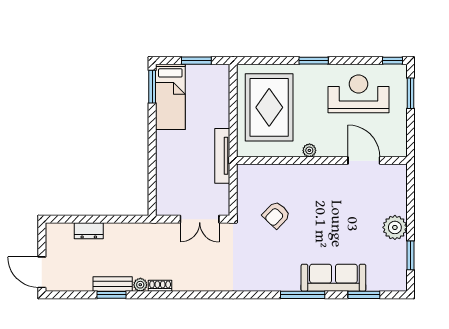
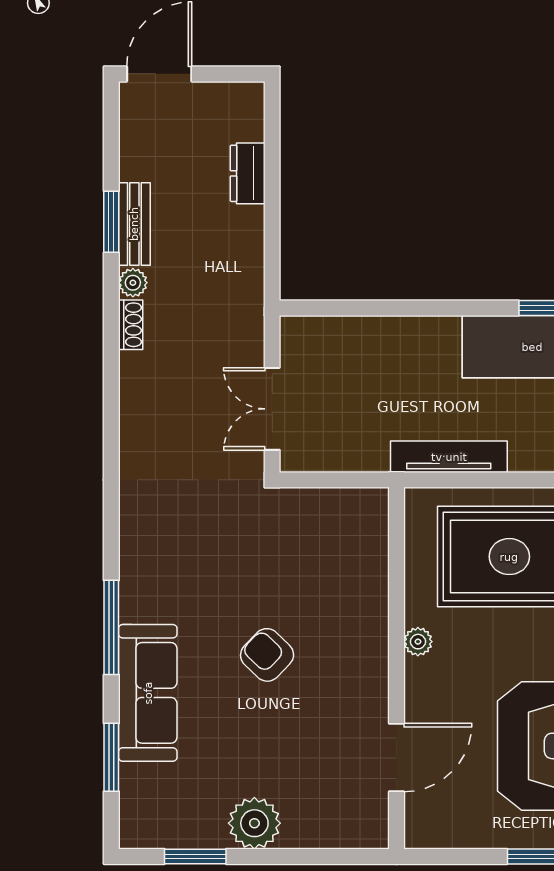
tv unit: (222, 156) -> (449, 457), moved
armchair: (276, 215) -> (267, 655), moved

